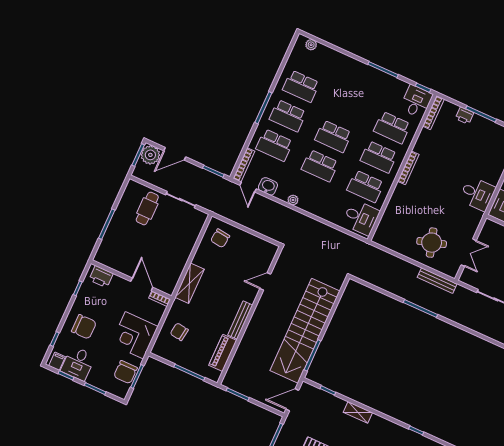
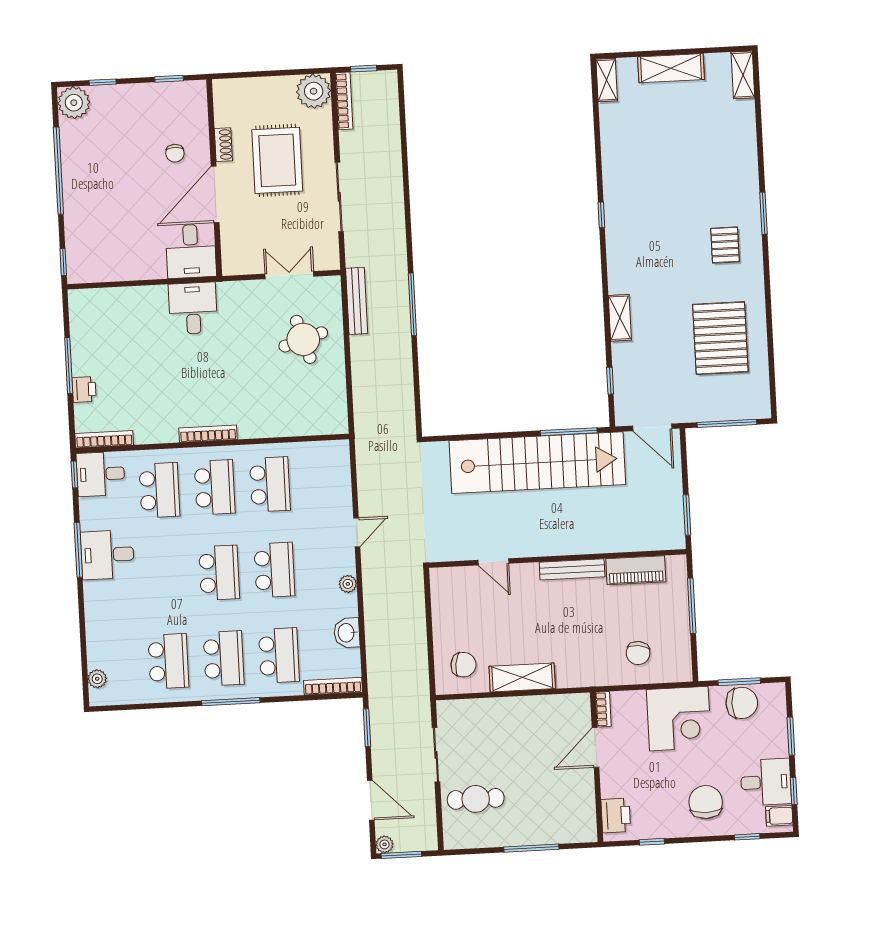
plant: (150, 155) -> (384, 844), width x0.53, depth x0.53
door: (248, 187) -> (357, 532), moved
desk: (361, 218) -> (107, 555), moved, turned -90
shelving: (190, 283) -> (522, 677), moved

